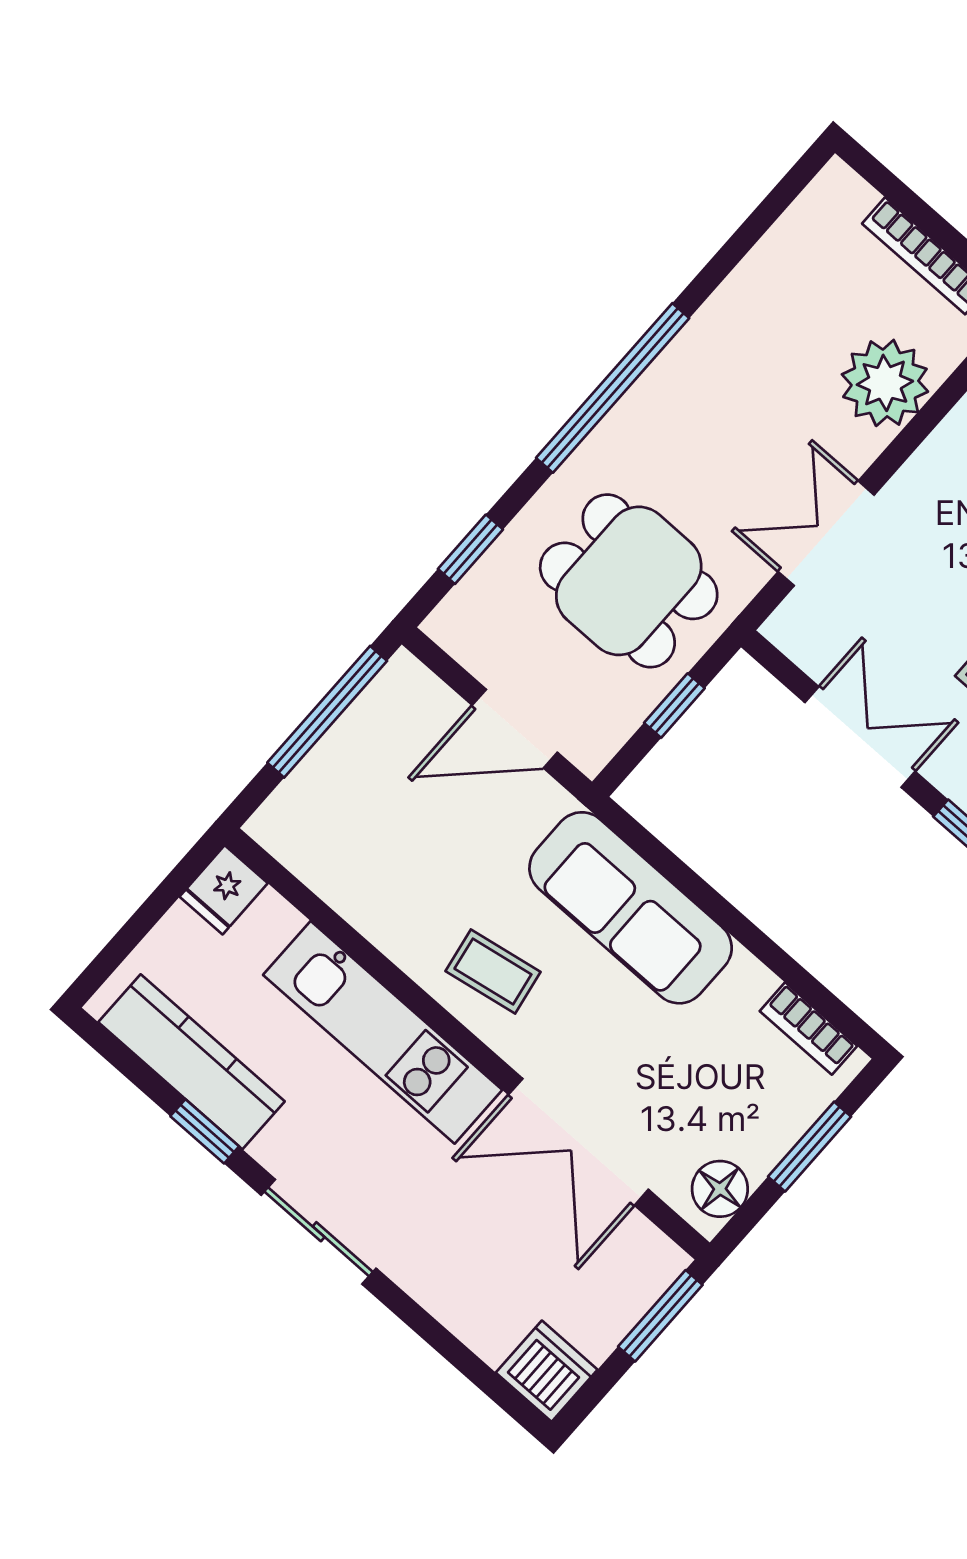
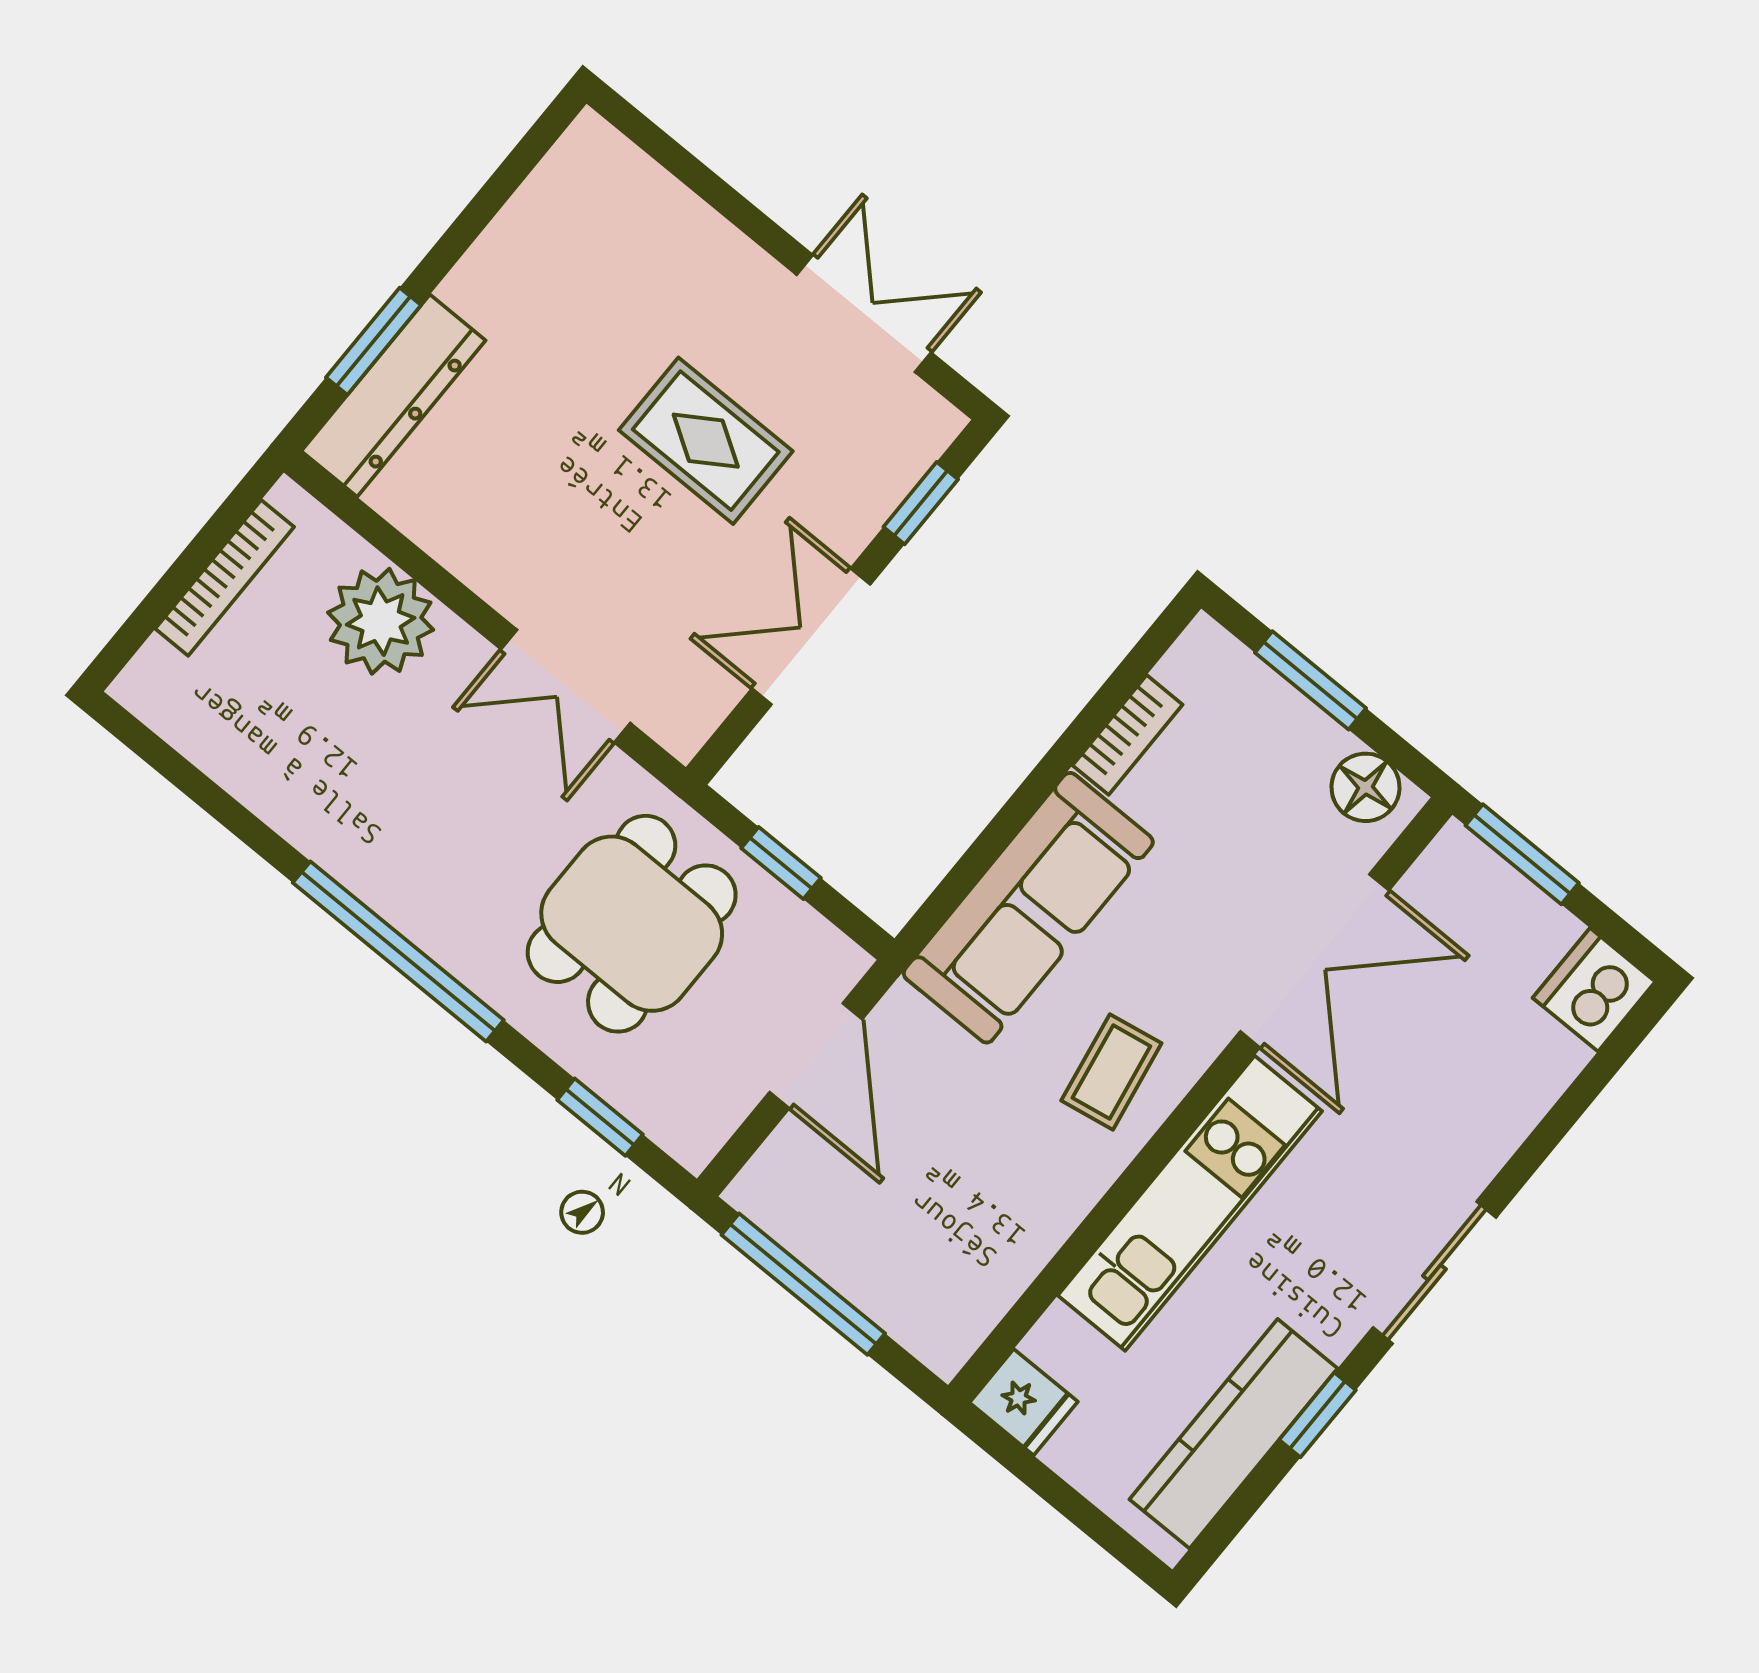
bookcase: (808, 1028) -> (1128, 735), moved

